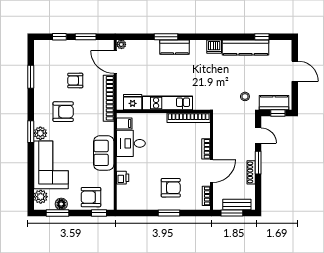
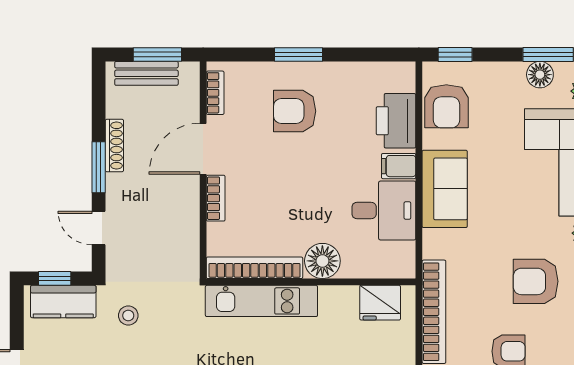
kitchen unit: (168, 103) -> (261, 301), moved
floor lamp: (158, 121) -> (322, 261), added
filing cabinet: (124, 124) -> (399, 166), moved
printer: (123, 178) -> (396, 121), width x1.87, depth x1.48
armchair: (91, 197) -> (446, 106), moved, turned 90

